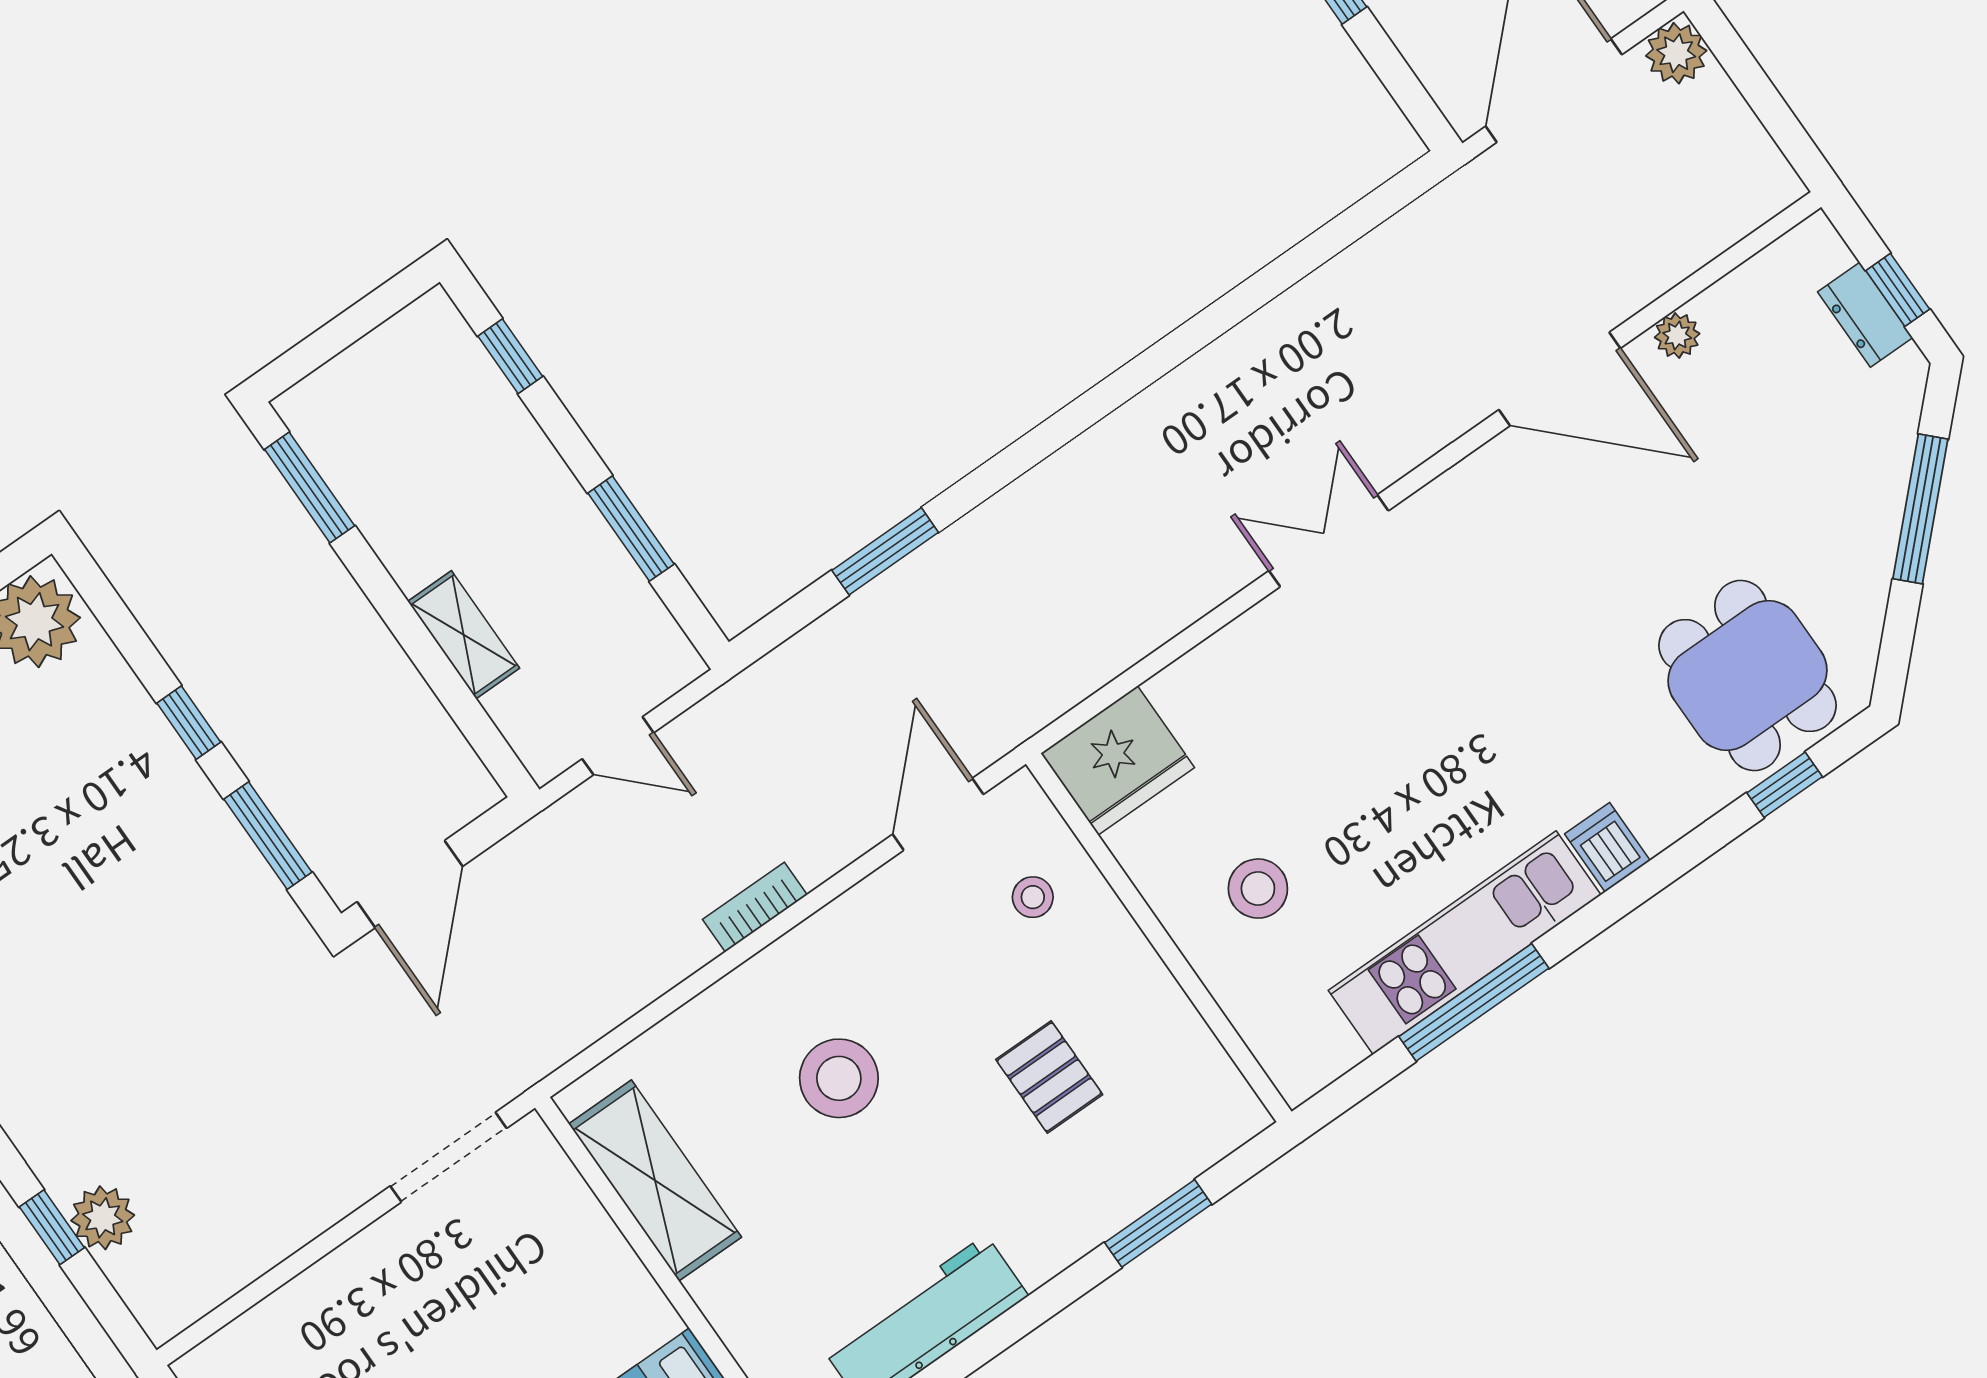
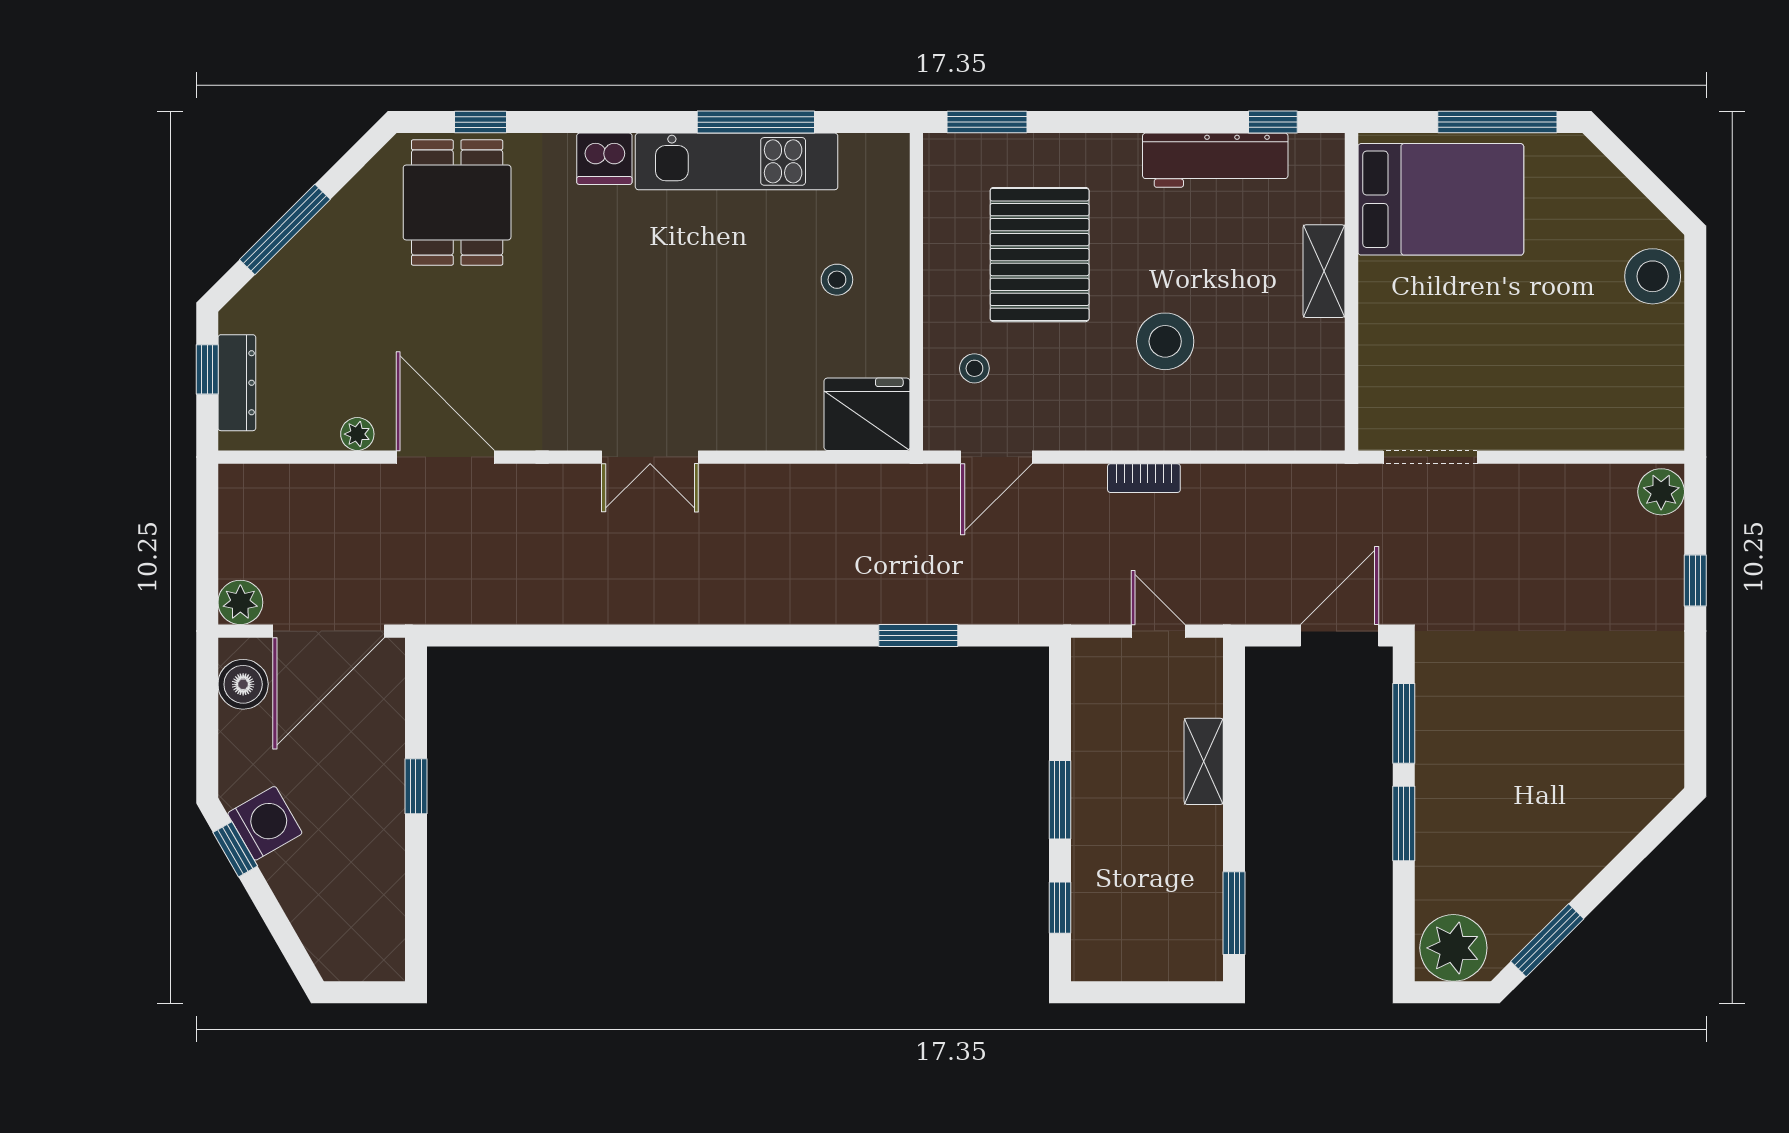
dresser: (1865, 315) -> (237, 383), width x1.44
window: (631, 529) -> (1060, 800), moved
window: (189, 723) -> (1404, 824), width x1.50
dishwasher: (1607, 847) -> (604, 159), width x1.38
stool: (1258, 889) -> (837, 280), width x0.73, depth x0.73
pallet: (1049, 1077) -> (1040, 255), width x2.05, depth x2.00
shelving: (655, 1181) -> (1324, 271), moved, width x0.67, depth x0.75
plant: (103, 1218) -> (1661, 492), moved
window: (1158, 1223) -> (987, 122), moved

